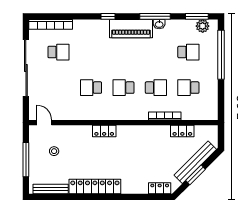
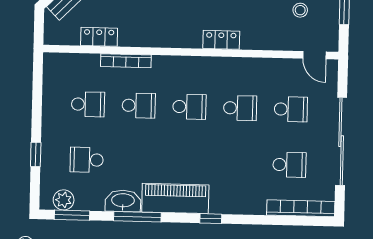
washbasin: (159, 24) -> (123, 201), width x1.91, depth x1.45
school desk: (58, 52) -> (289, 165), turned 180
window: (221, 55) -> (36, 154), width x0.32
school desk: (58, 88) -> (291, 109), added
school desk: (156, 88) -> (139, 106), turned 180

